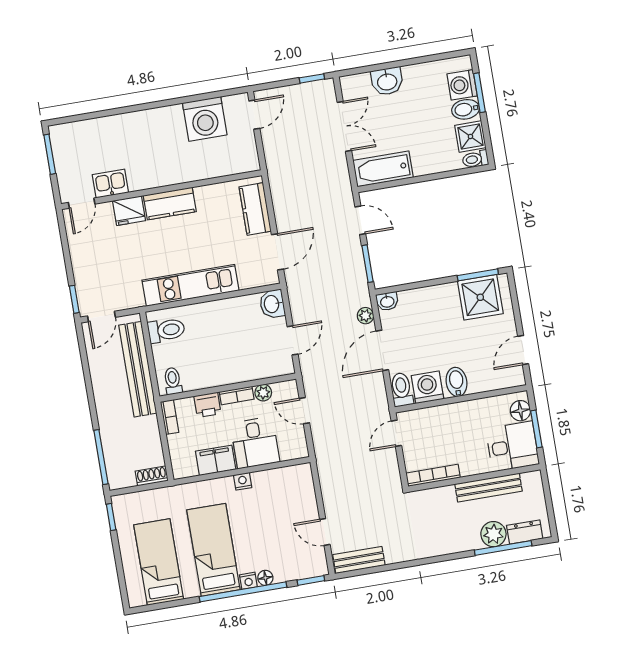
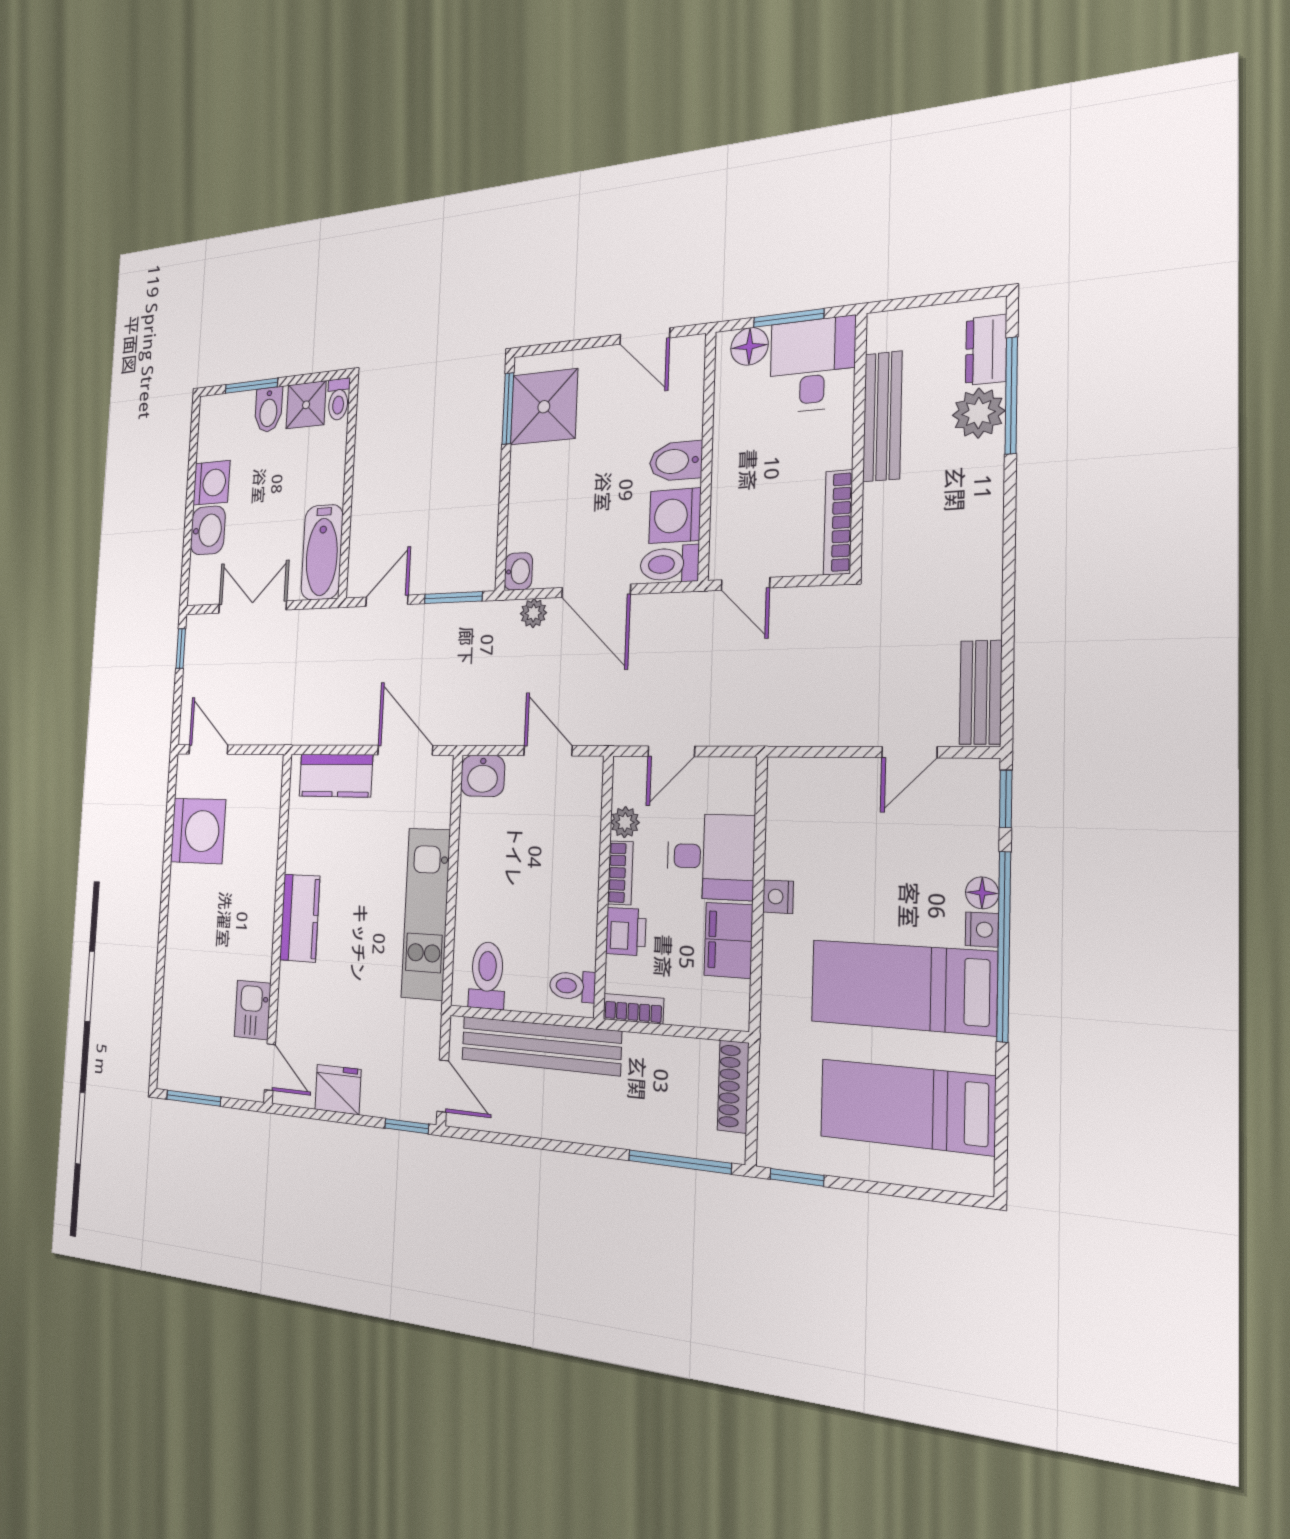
washing machine: (462, 85) -> (211, 483), moved, turned -90
fridge: (129, 211) -> (338, 1089), moved, turned -90
shoe rack: (152, 476) -> (733, 1086), width x1.43

